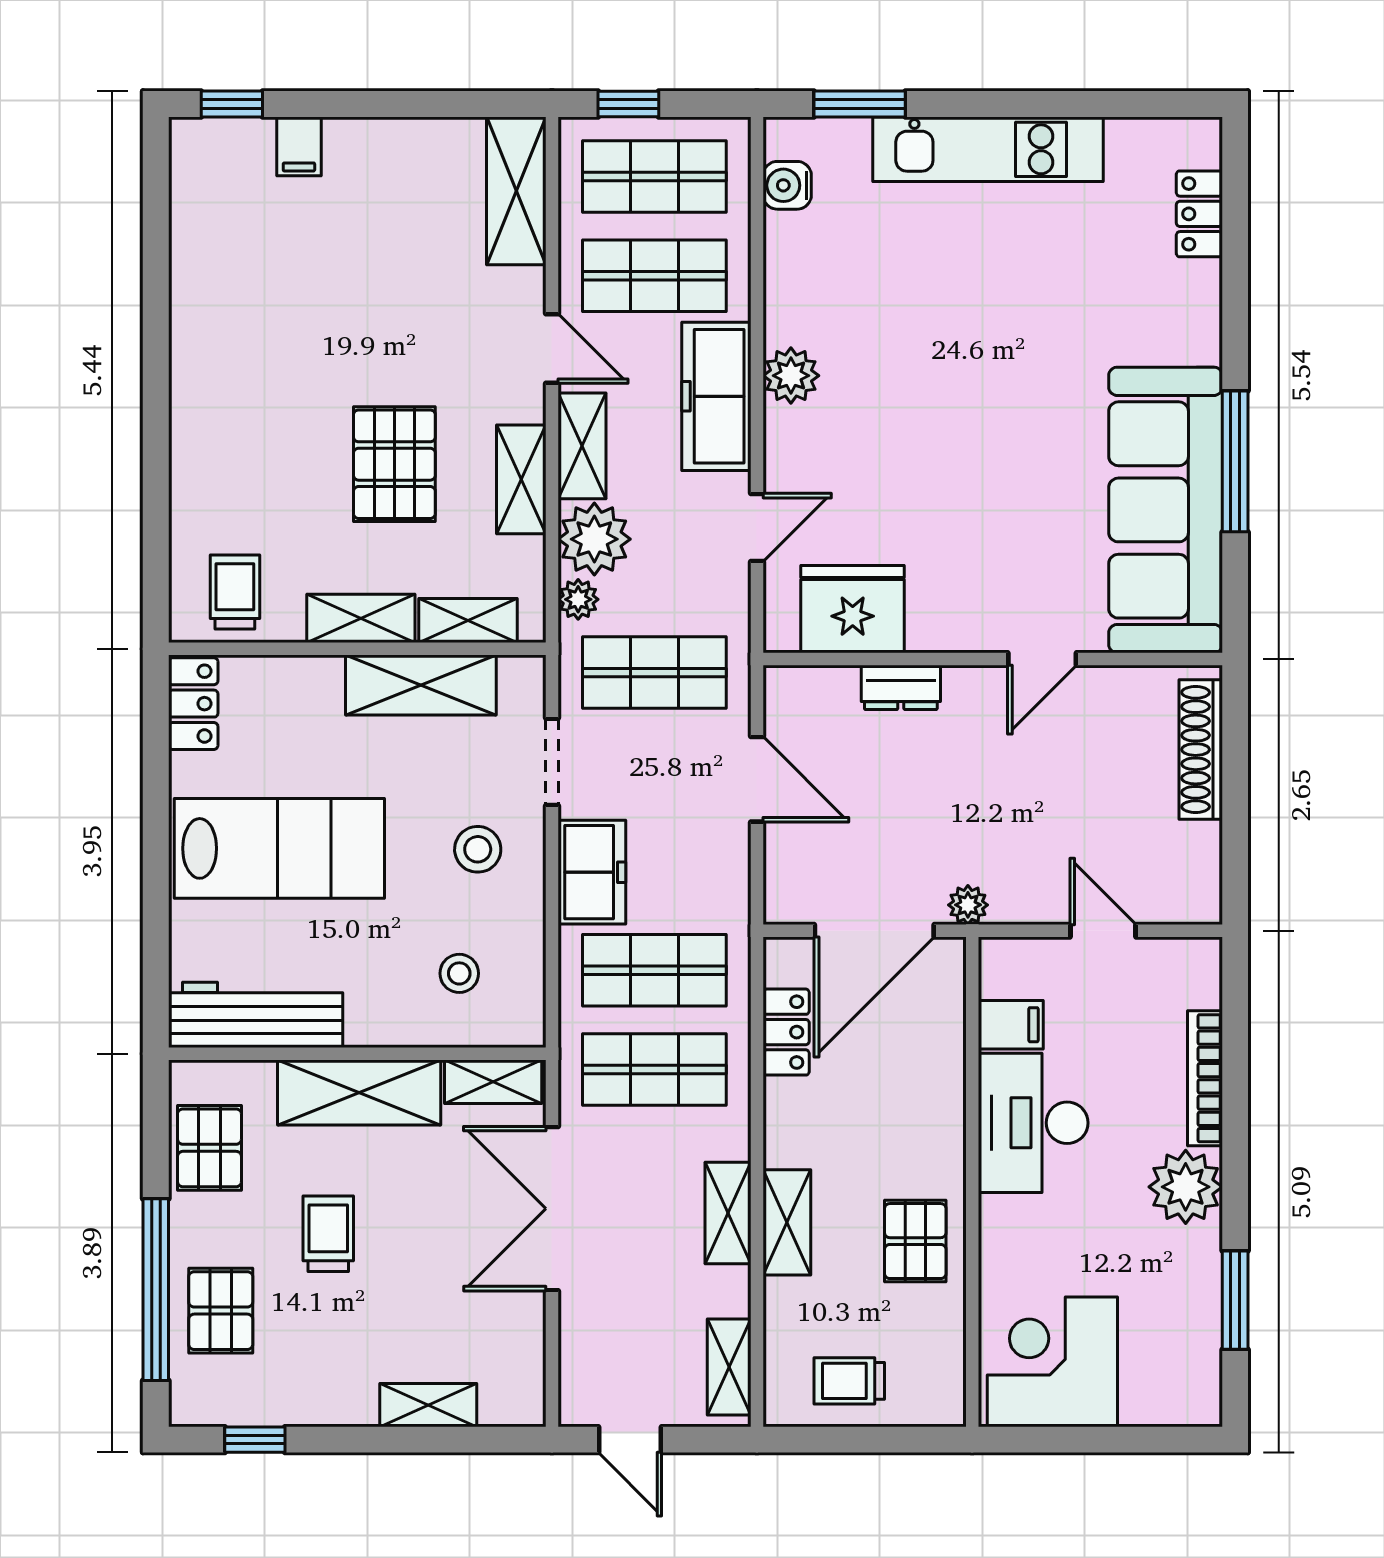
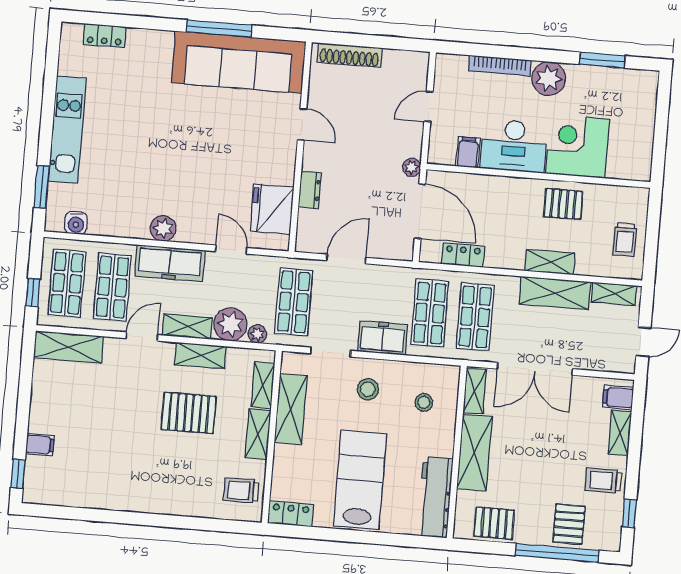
shelving: (728, 1213) -> (555, 293), width x1.50, depth x1.33
trolley: (328, 1234) -> (604, 481), moved
pallet: (221, 1311) -> (569, 524), turned 90
corner desk: (1052, 1362) -> (578, 146), moved, turned 90
filing cabinet: (505, 1395) -> (618, 397), added

